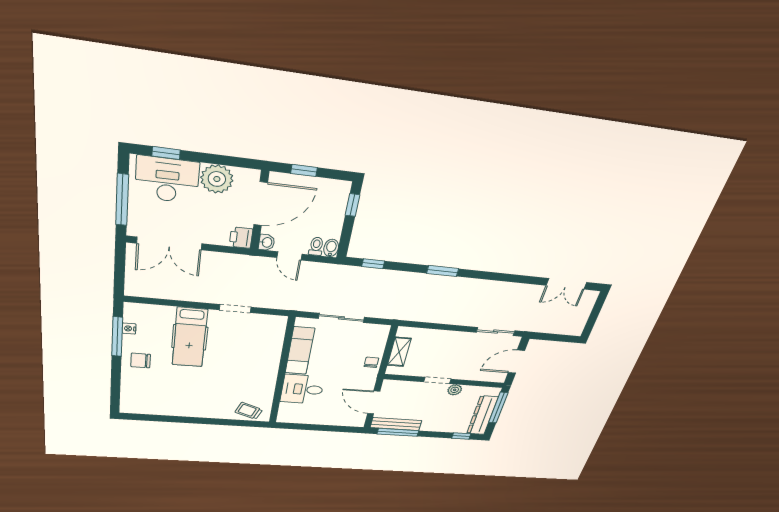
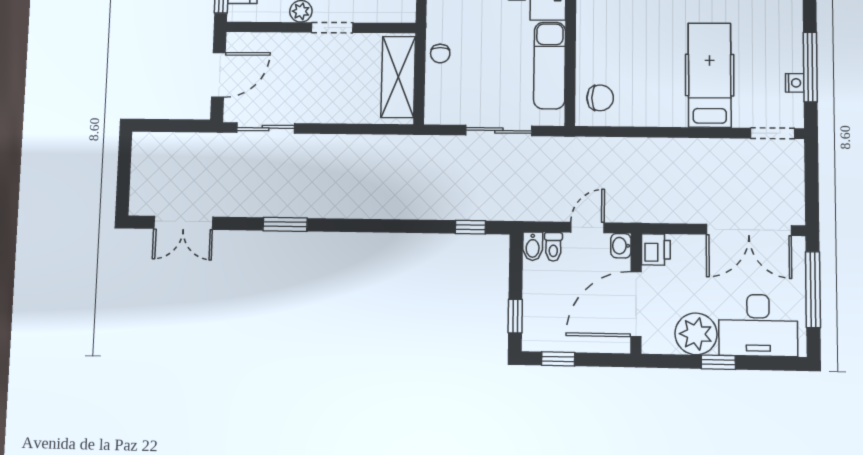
window: (166, 153) -> (718, 362), moved
window: (304, 170) -> (558, 359), moved
double door: (169, 243) -> (749, 230), swing flipped
door: (289, 256) -> (587, 228), hinge flipped
window: (443, 271) -> (285, 224), moved
double door: (567, 284) -> (183, 223), swing flipped
doorway: (235, 308) -> (773, 133), moved
shelving: (399, 352) -> (398, 77), width x1.50, depth x1.33
chair: (141, 360) -> (600, 98), moved

